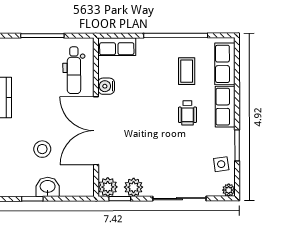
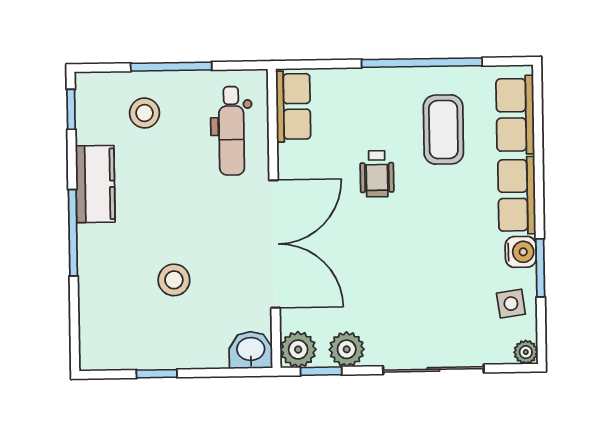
row of seats: (117, 47) -> (293, 106), moved, turned -90
stool: (28, 60) -> (145, 113), added
coffee table: (187, 71) -> (443, 130), width x1.36, depth x1.30
water cooler: (106, 86) -> (521, 252), moved, turned 180
wheelchair: (187, 113) -> (377, 174), moved
double door: (96, 131) -> (275, 244), swing flipped
washbasin: (48, 187) -> (251, 350), moved

